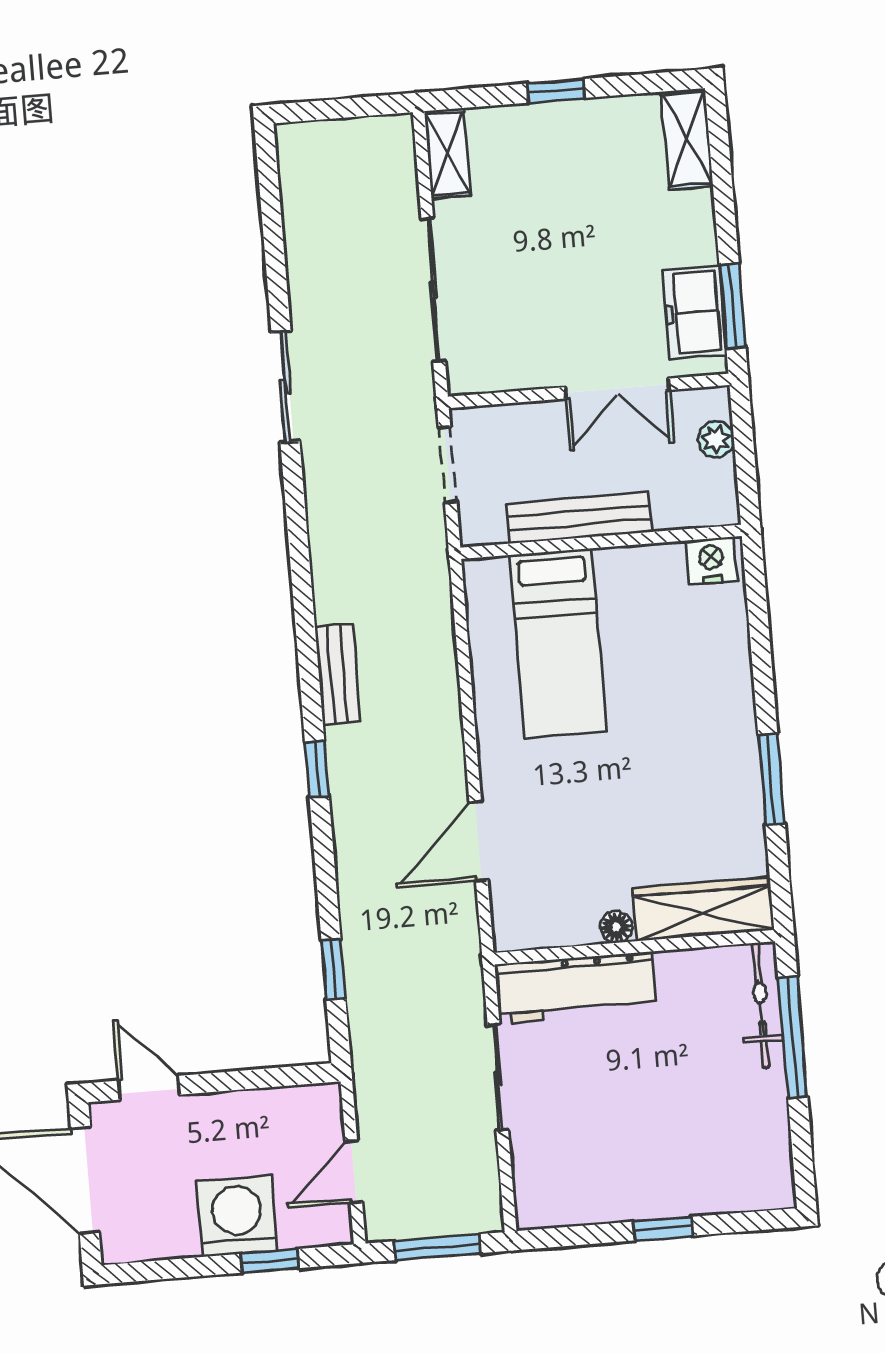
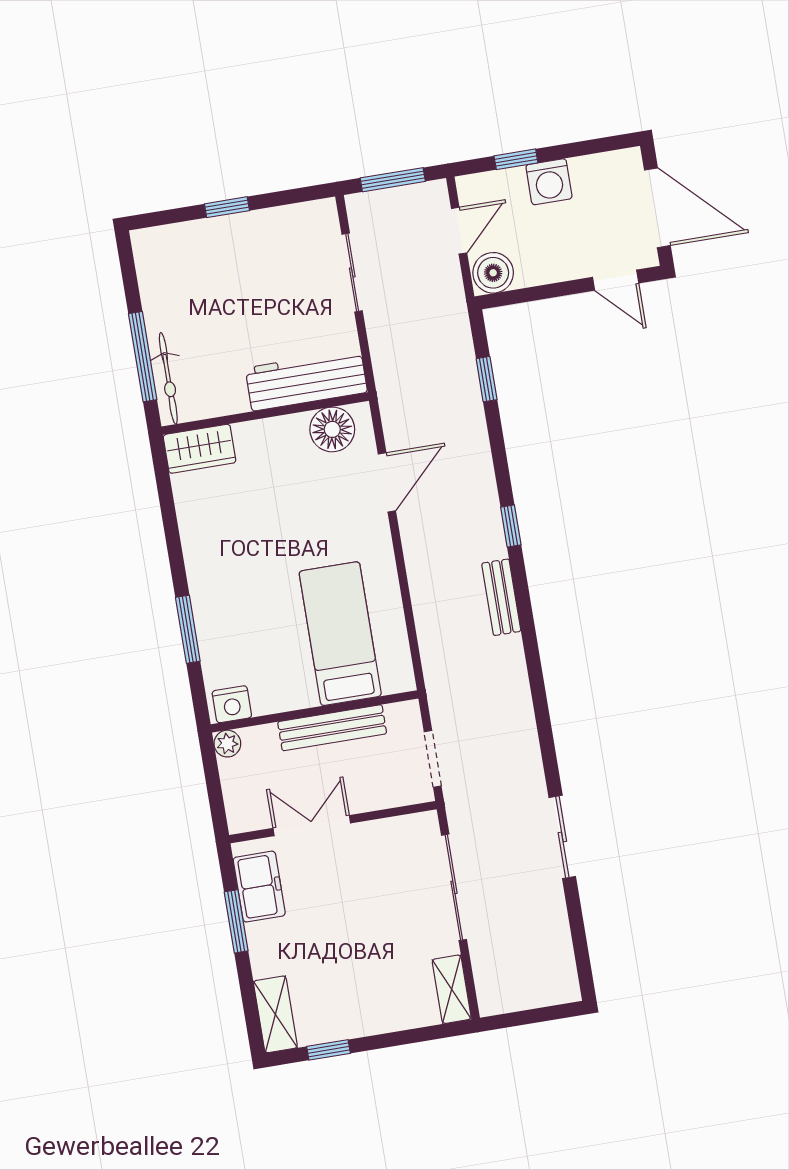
window: (556, 91) -> (328, 1050), moved
window: (733, 306) -> (236, 921), moved
sliding door: (285, 387) -> (562, 837), moved
plant: (716, 439) -> (227, 744), moved
window: (771, 779) -> (188, 629), moved
wardrobe: (704, 909) -> (200, 449), width x0.67
floor lamp: (616, 927) -> (332, 429), moved, width x1.89, depth x1.89
sliding door: (498, 1078) -> (352, 272), moved
boiler: (313, 1111) -> (493, 273), added
washing machine: (237, 1216) -> (549, 182), width x0.73, depth x0.73

